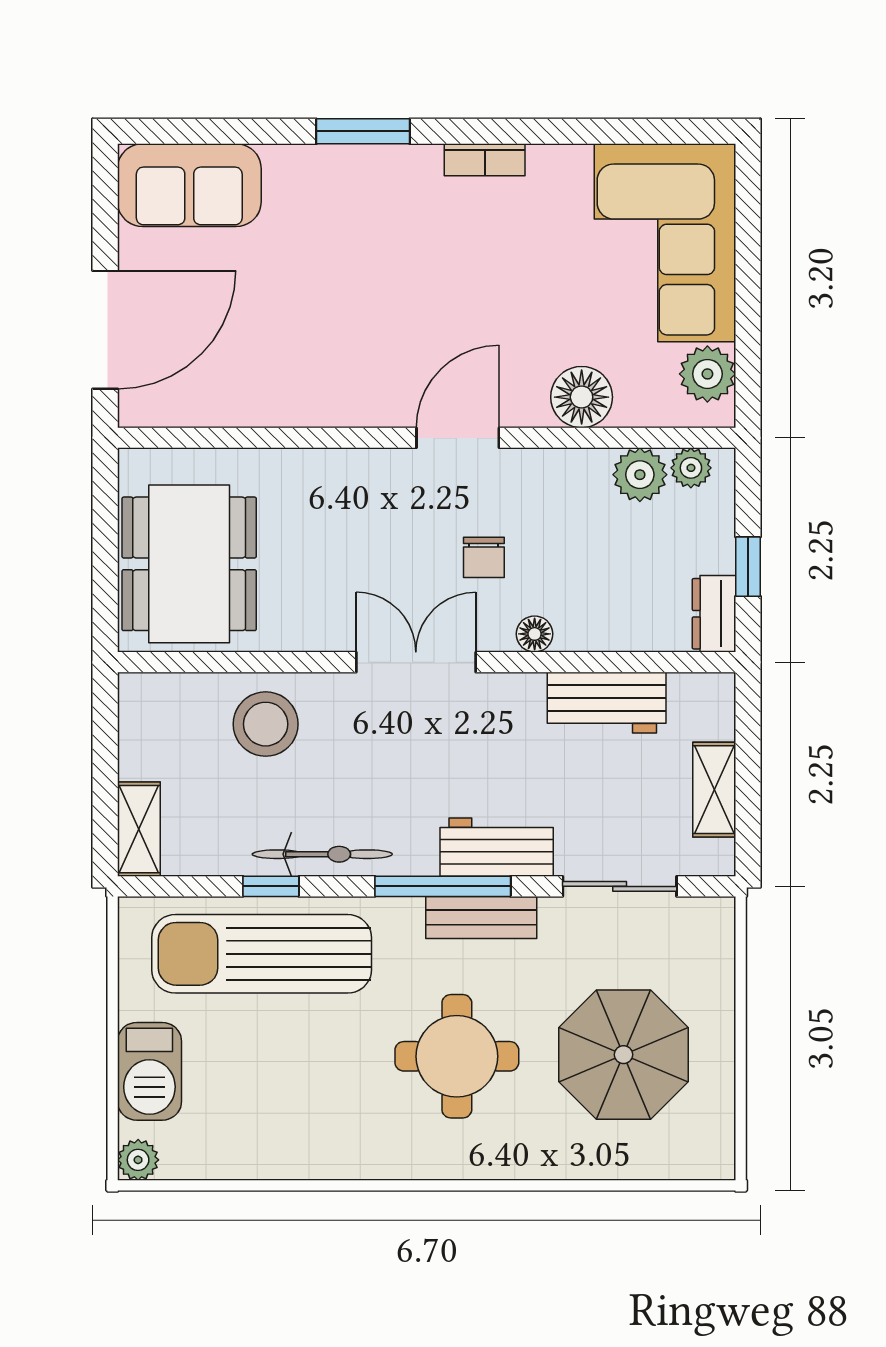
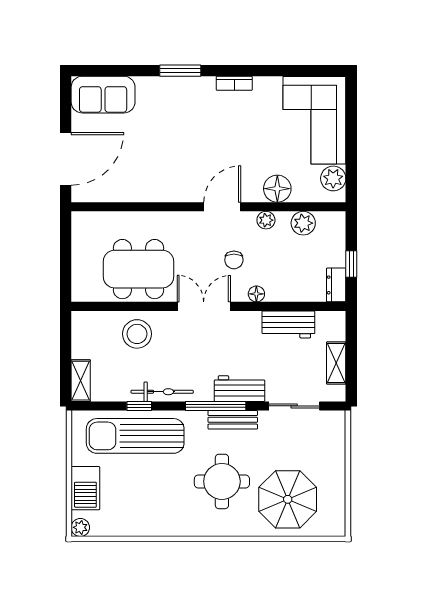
plant: (691, 468) -> (266, 220), moved
dining table: (189, 564) -> (138, 269), moved, turned 90
parasol: (624, 1055) -> (288, 499), moved

